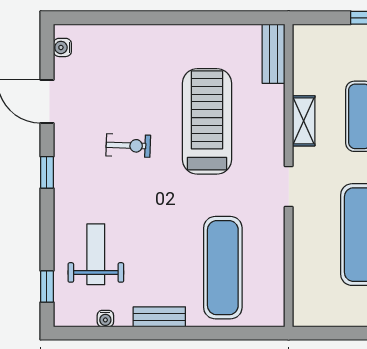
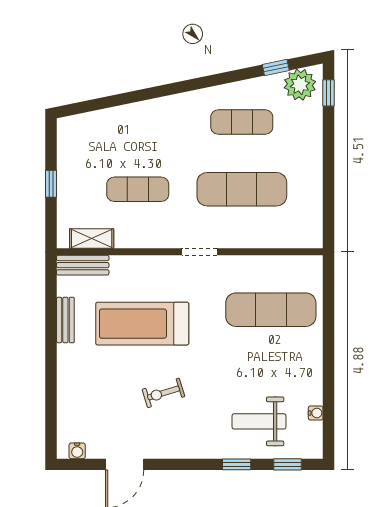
shelving: (304, 121) -> (92, 239), moved
exercise bike: (128, 146) -> (163, 393), turned -109
window: (47, 172) -> (237, 464), moved
bench: (159, 317) -> (65, 320), moved

